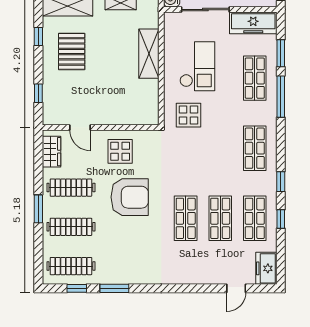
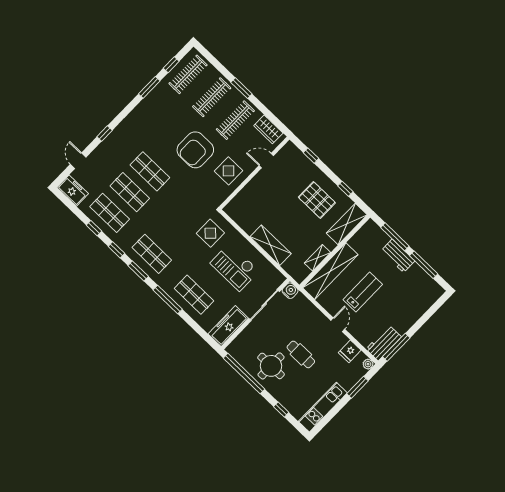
window: (281, 53) -> (138, 271), moved
window: (191, 288) -> (105, 133), added

